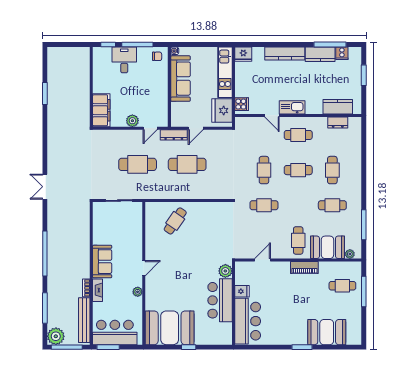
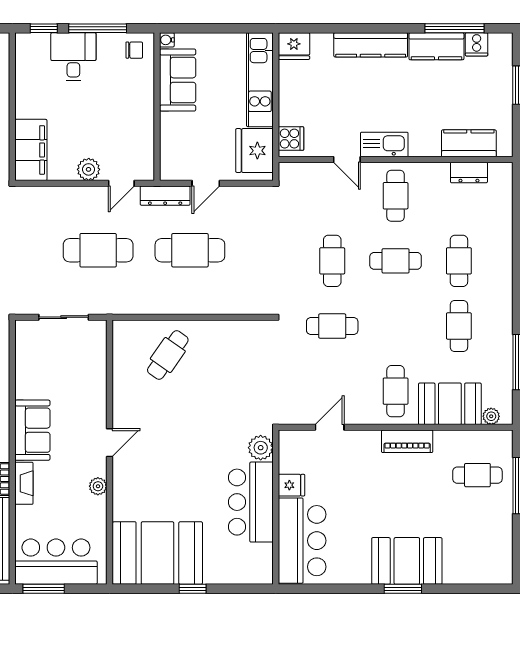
sofa: (181, 79) -> (178, 80), width x0.73
cafe table: (298, 135) -> (396, 196), turned 90
cafe table: (332, 205) -> (459, 326), turned 90
booth: (327, 332) -> (407, 561), moved

